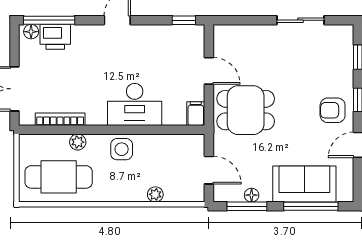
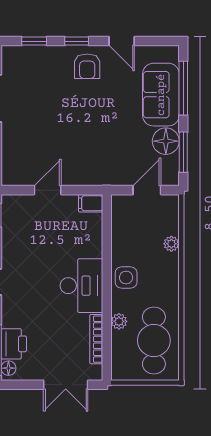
desk: (135, 104) -> (81, 286), moved
dining table: (246, 110) -> (87, 153), removed
floor lamp: (252, 195) -> (166, 141), width x1.89, depth x1.89

